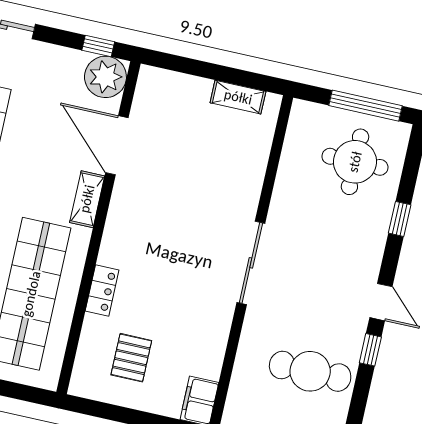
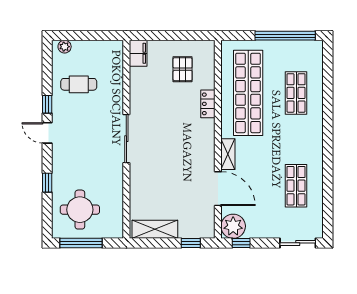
window: (182, 65) -> (191, 243), added
shelving: (238, 97) -> (155, 229), width x1.50, depth x1.33
cafe table: (310, 371) -> (79, 84), width x0.73, depth x0.74

